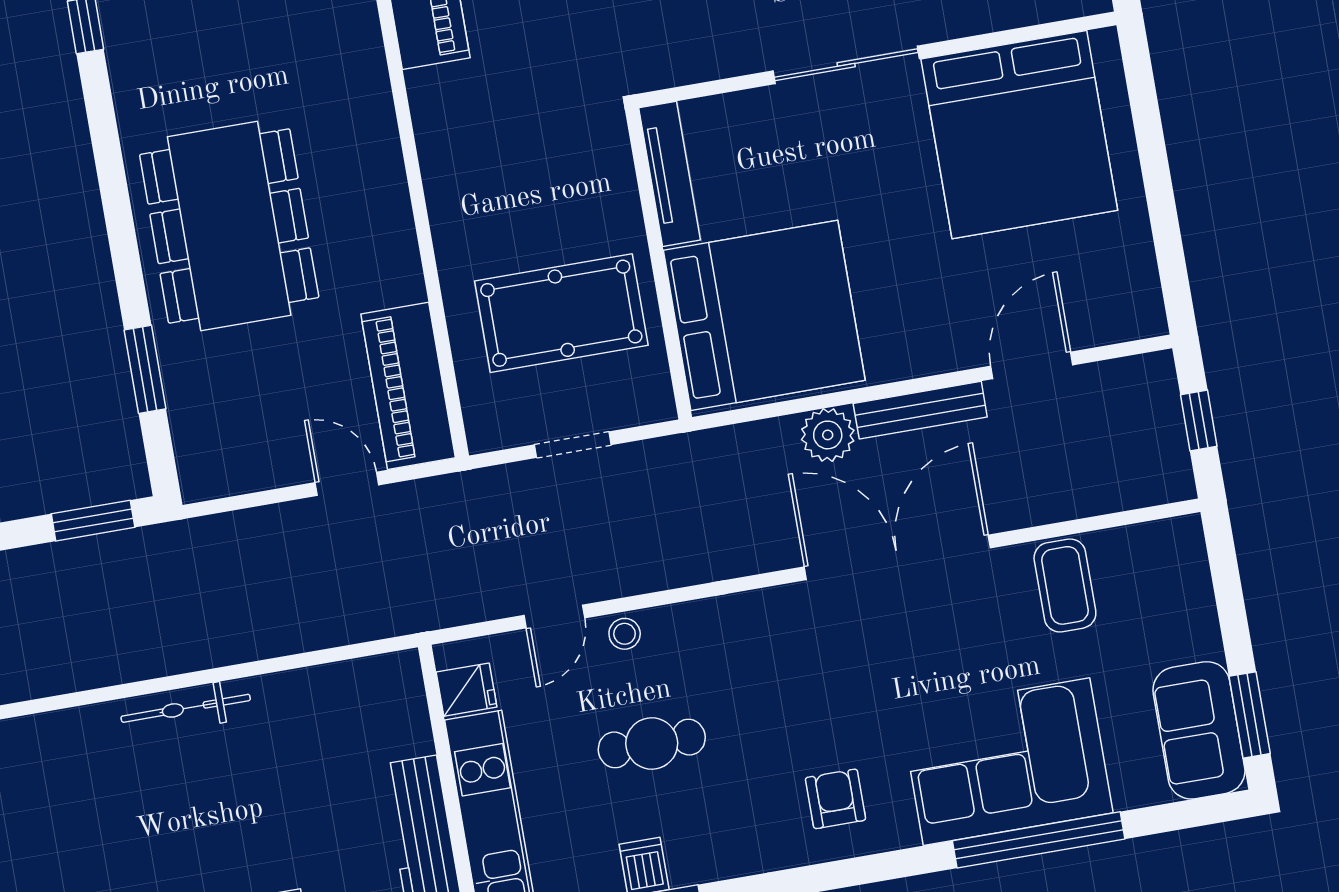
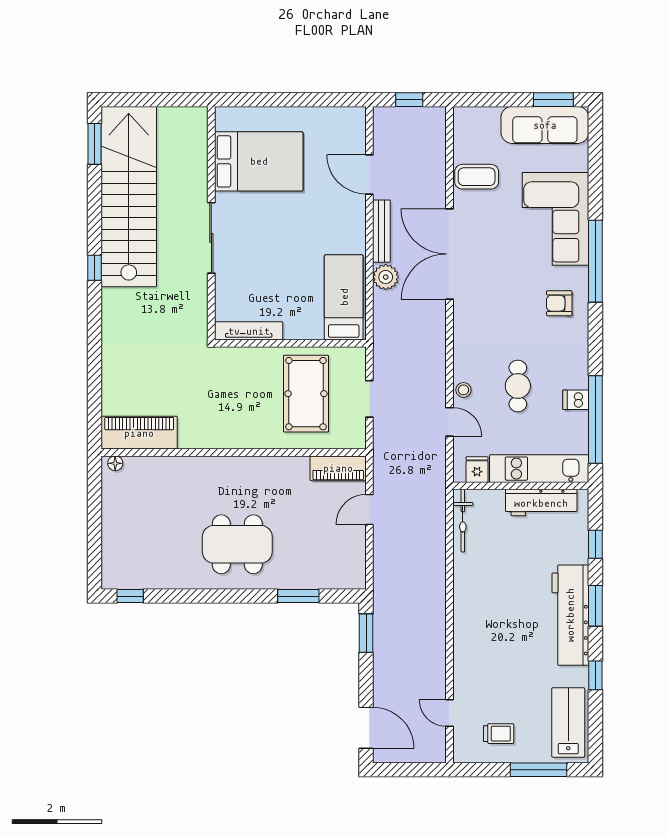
bed: (1019, 135) -> (259, 161), width x0.73
dining table: (229, 226) -> (237, 544), width x0.73, depth x0.80
bed: (764, 315) -> (344, 297), width x0.49
piano: (408, 386) -> (338, 468), width x0.73, depth x0.75
bicycle: (186, 708) -> (463, 521), moved
sofa: (1199, 730) -> (545, 125), width x1.36
window: (1039, 840) -> (595, 261), moved

